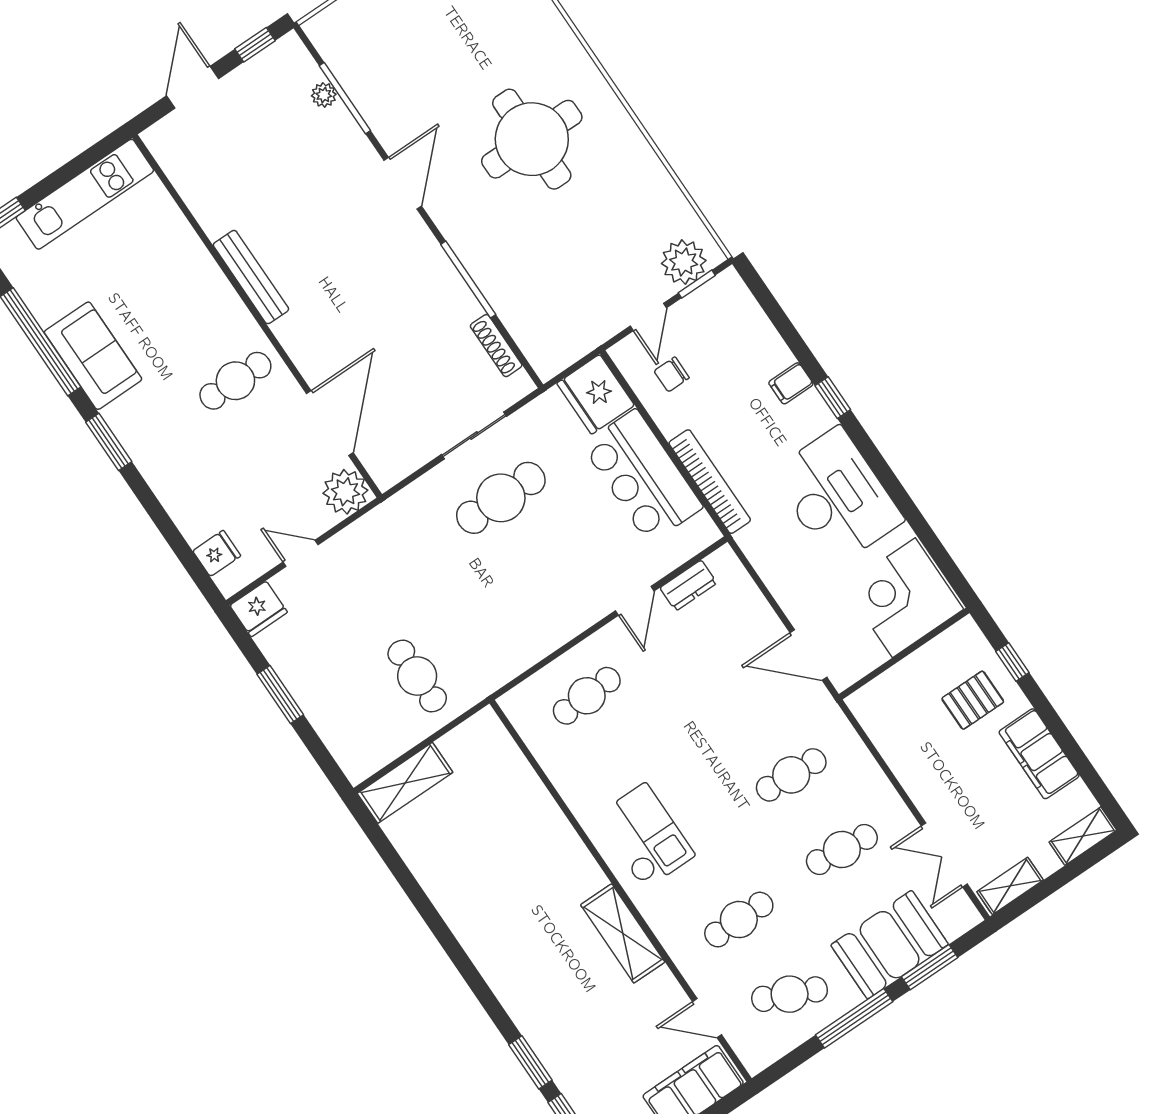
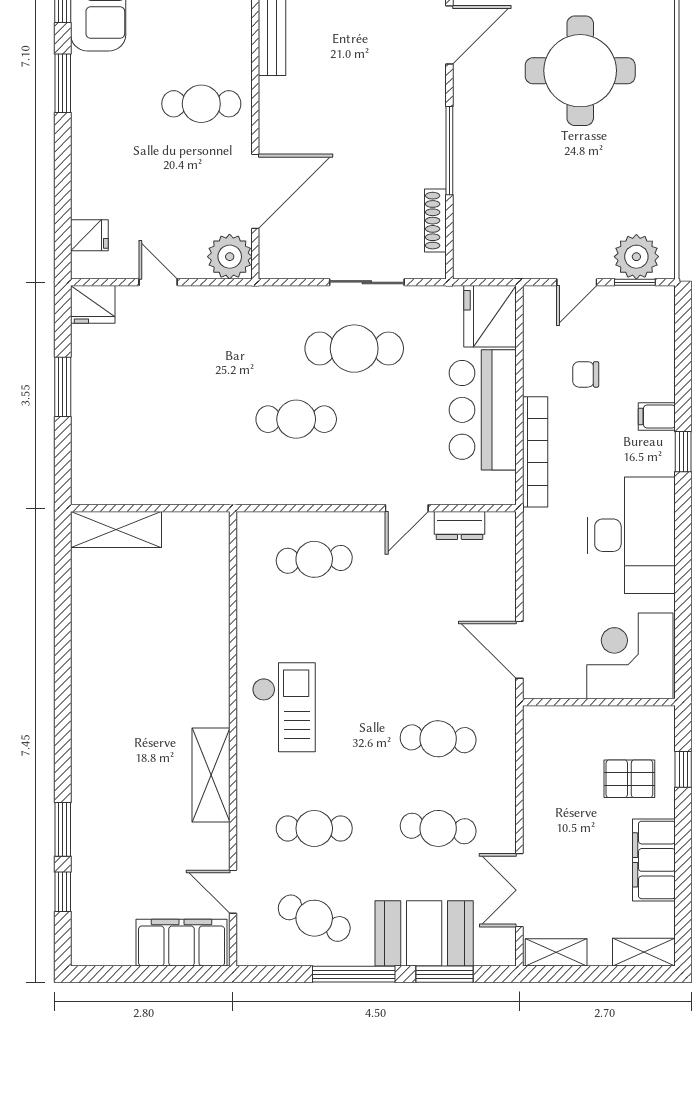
chair: (672, 374) -> (586, 374), moved
cafe table: (417, 676) -> (296, 419), moved, turned 90

